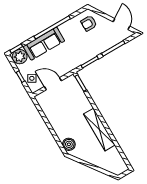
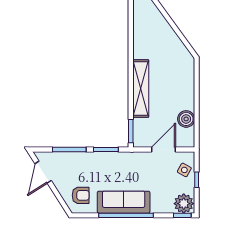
sofa: (44, 44) -> (124, 202), moved
door: (53, 84) -> (164, 149), swing flipped
shelving: (99, 130) -> (141, 89), moved
boiler: (69, 144) -> (186, 119), moved

